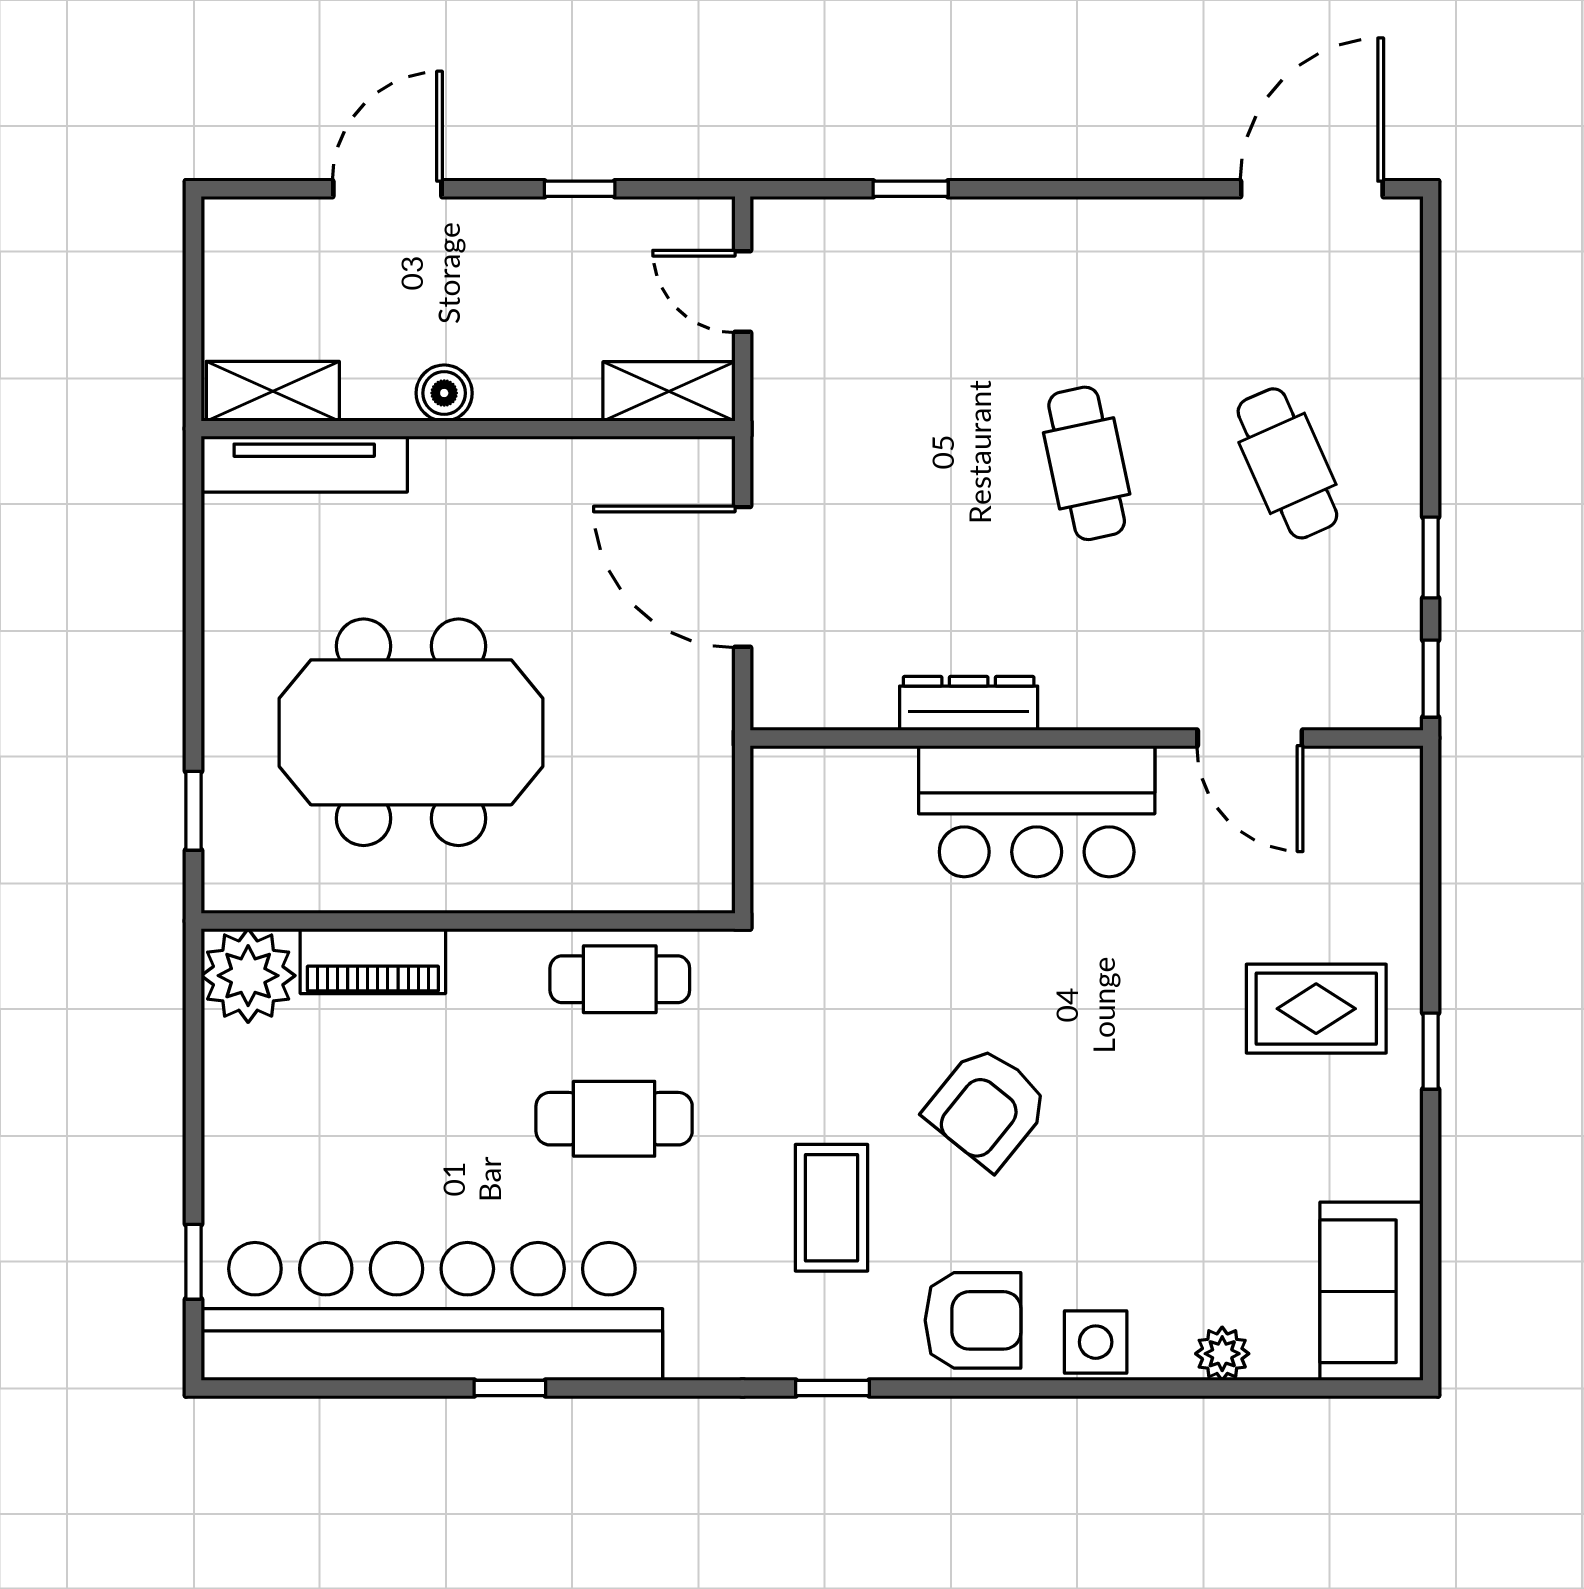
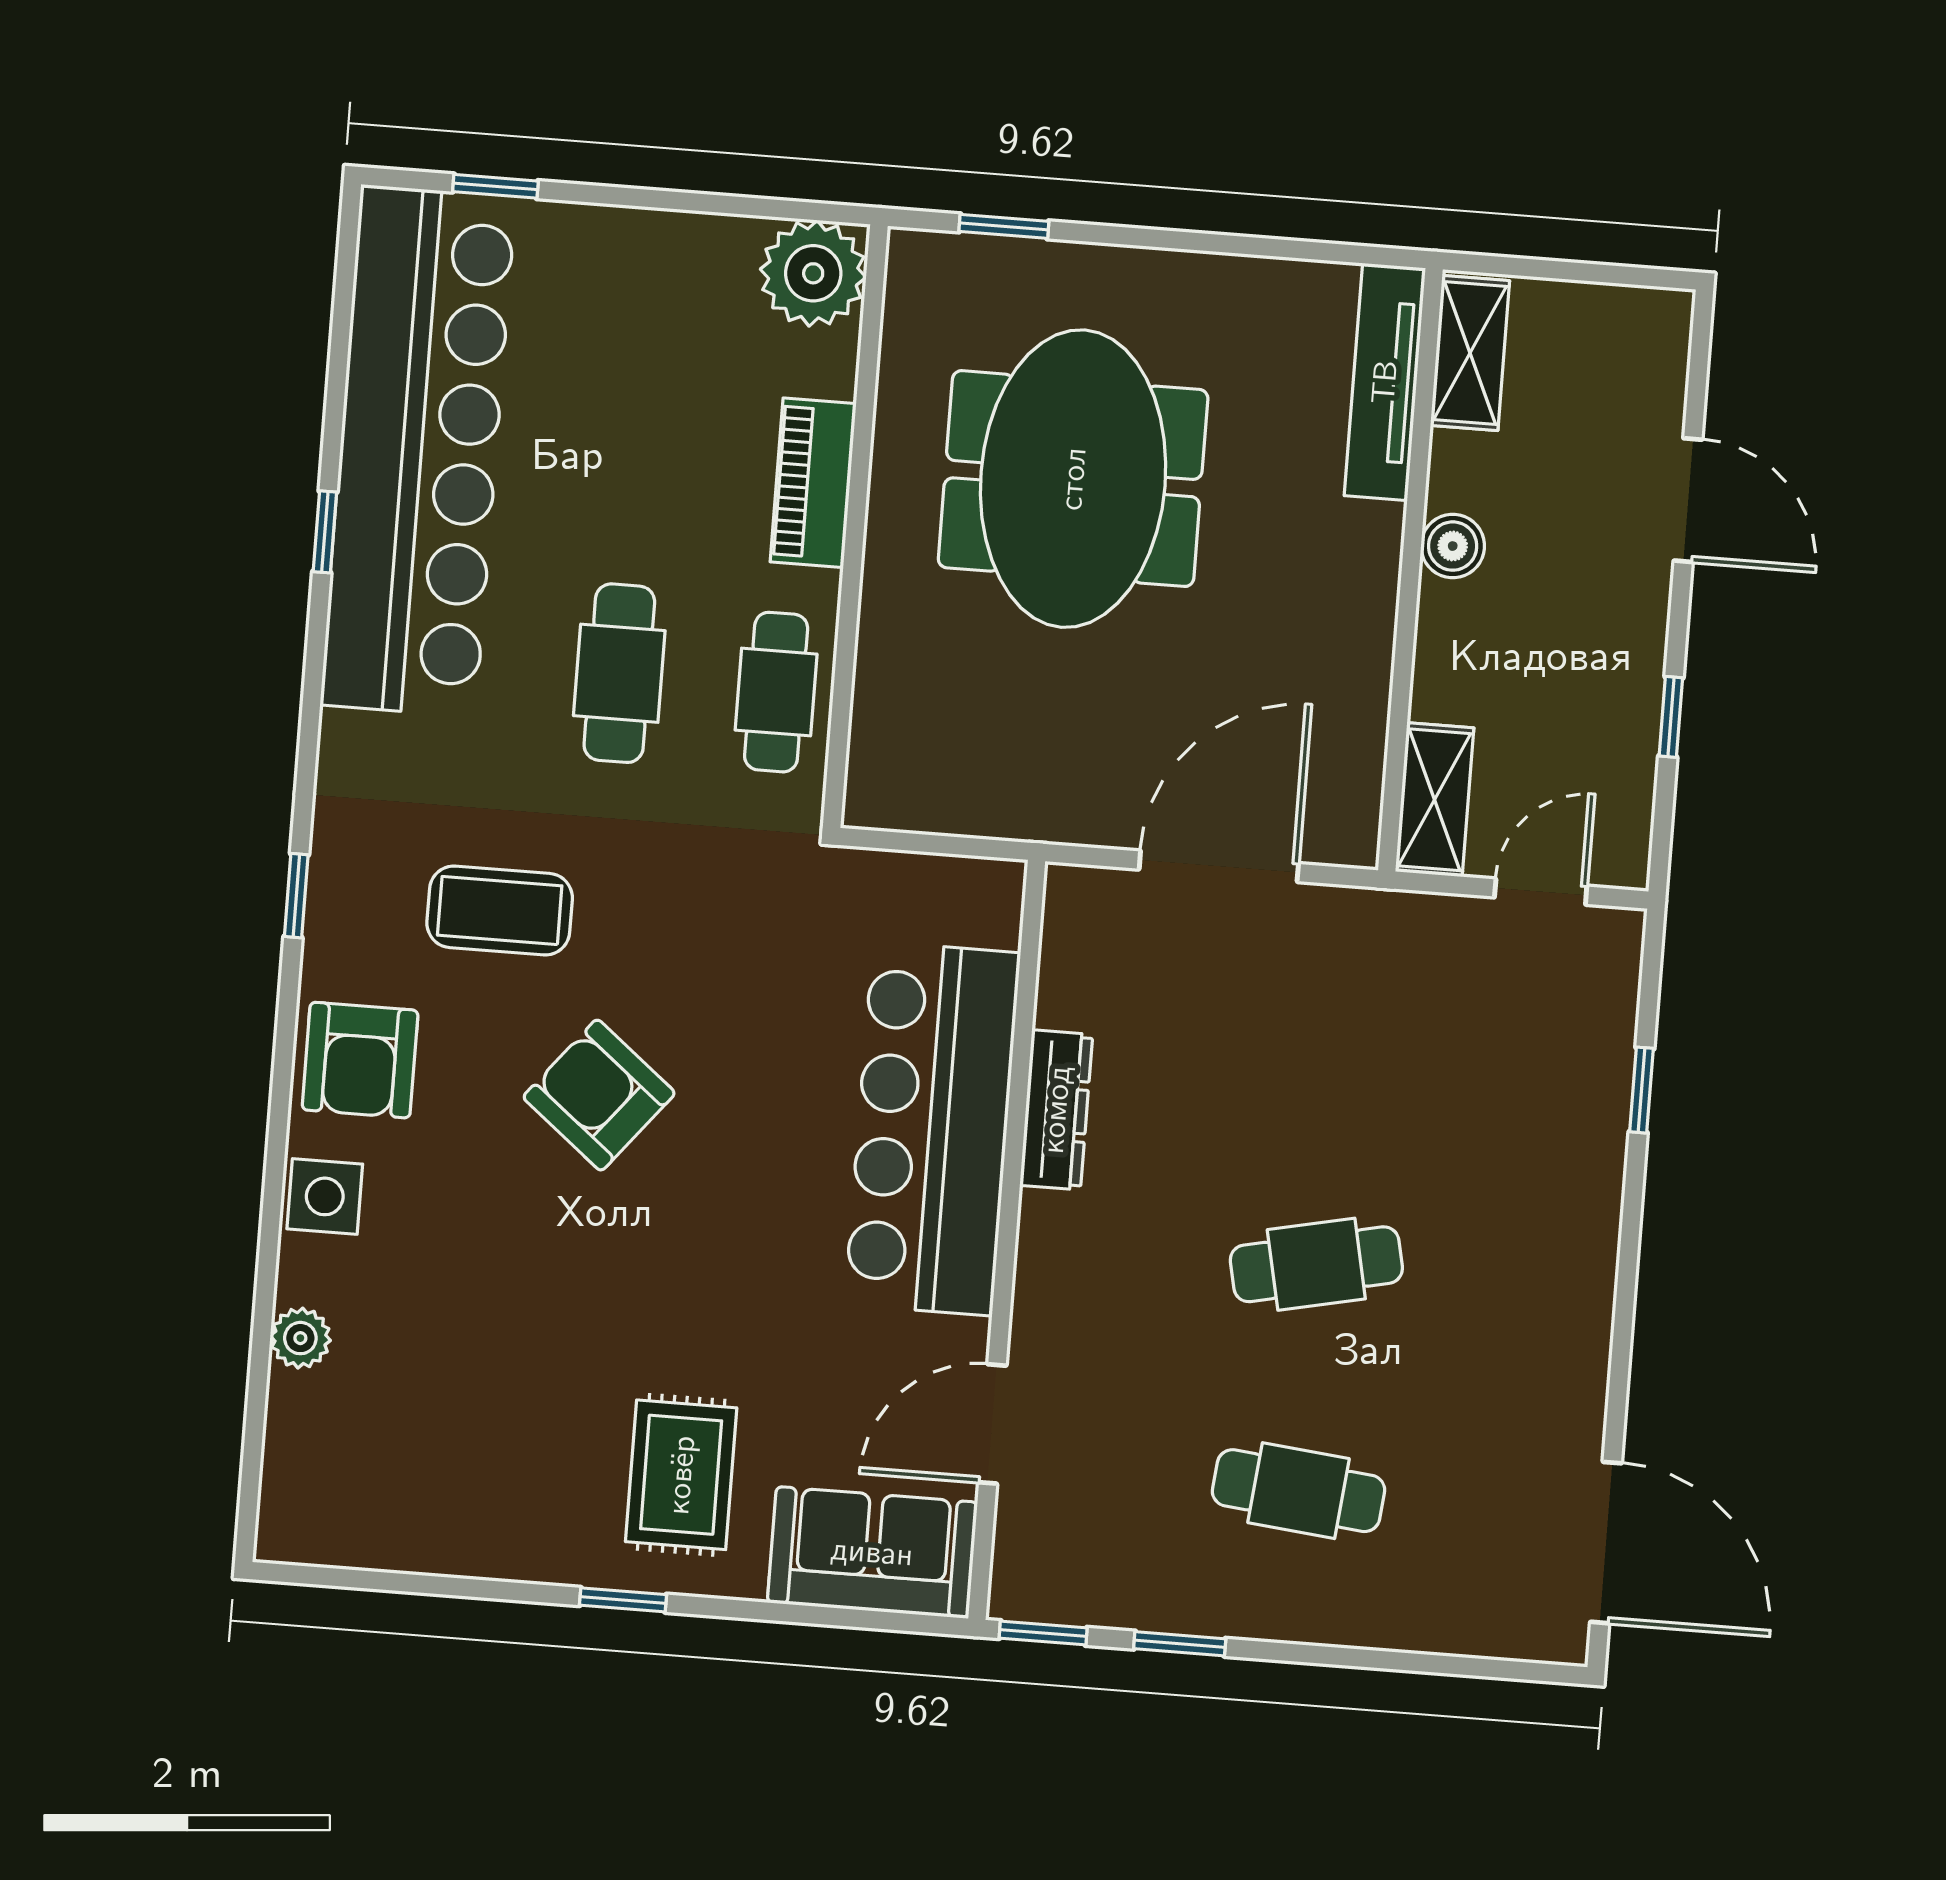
cafe table: (1287, 463) -> (1299, 1491), turned 30
bar counter: (1037, 811) -> (932, 1129), width x1.36
piano: (373, 961) -> (813, 483), moved
sofa: (1371, 1291) -> (872, 1552), moved

